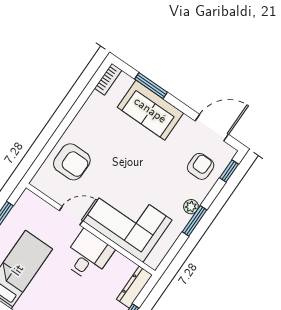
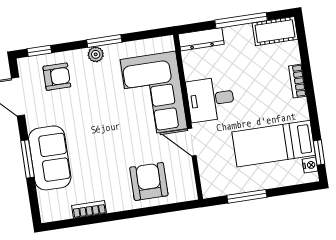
bookcase: (108, 79) -> (89, 209), moved
window: (151, 86) -> (27, 159), moved
armchair: (201, 166) -> (57, 77), turned 180

